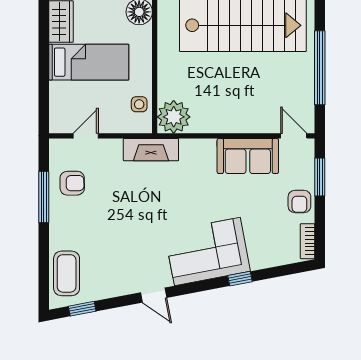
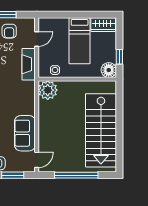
door: (86, 136) -> (37, 39), hinge flipped
fireplace: (151, 150) -> (29, 64), moved

